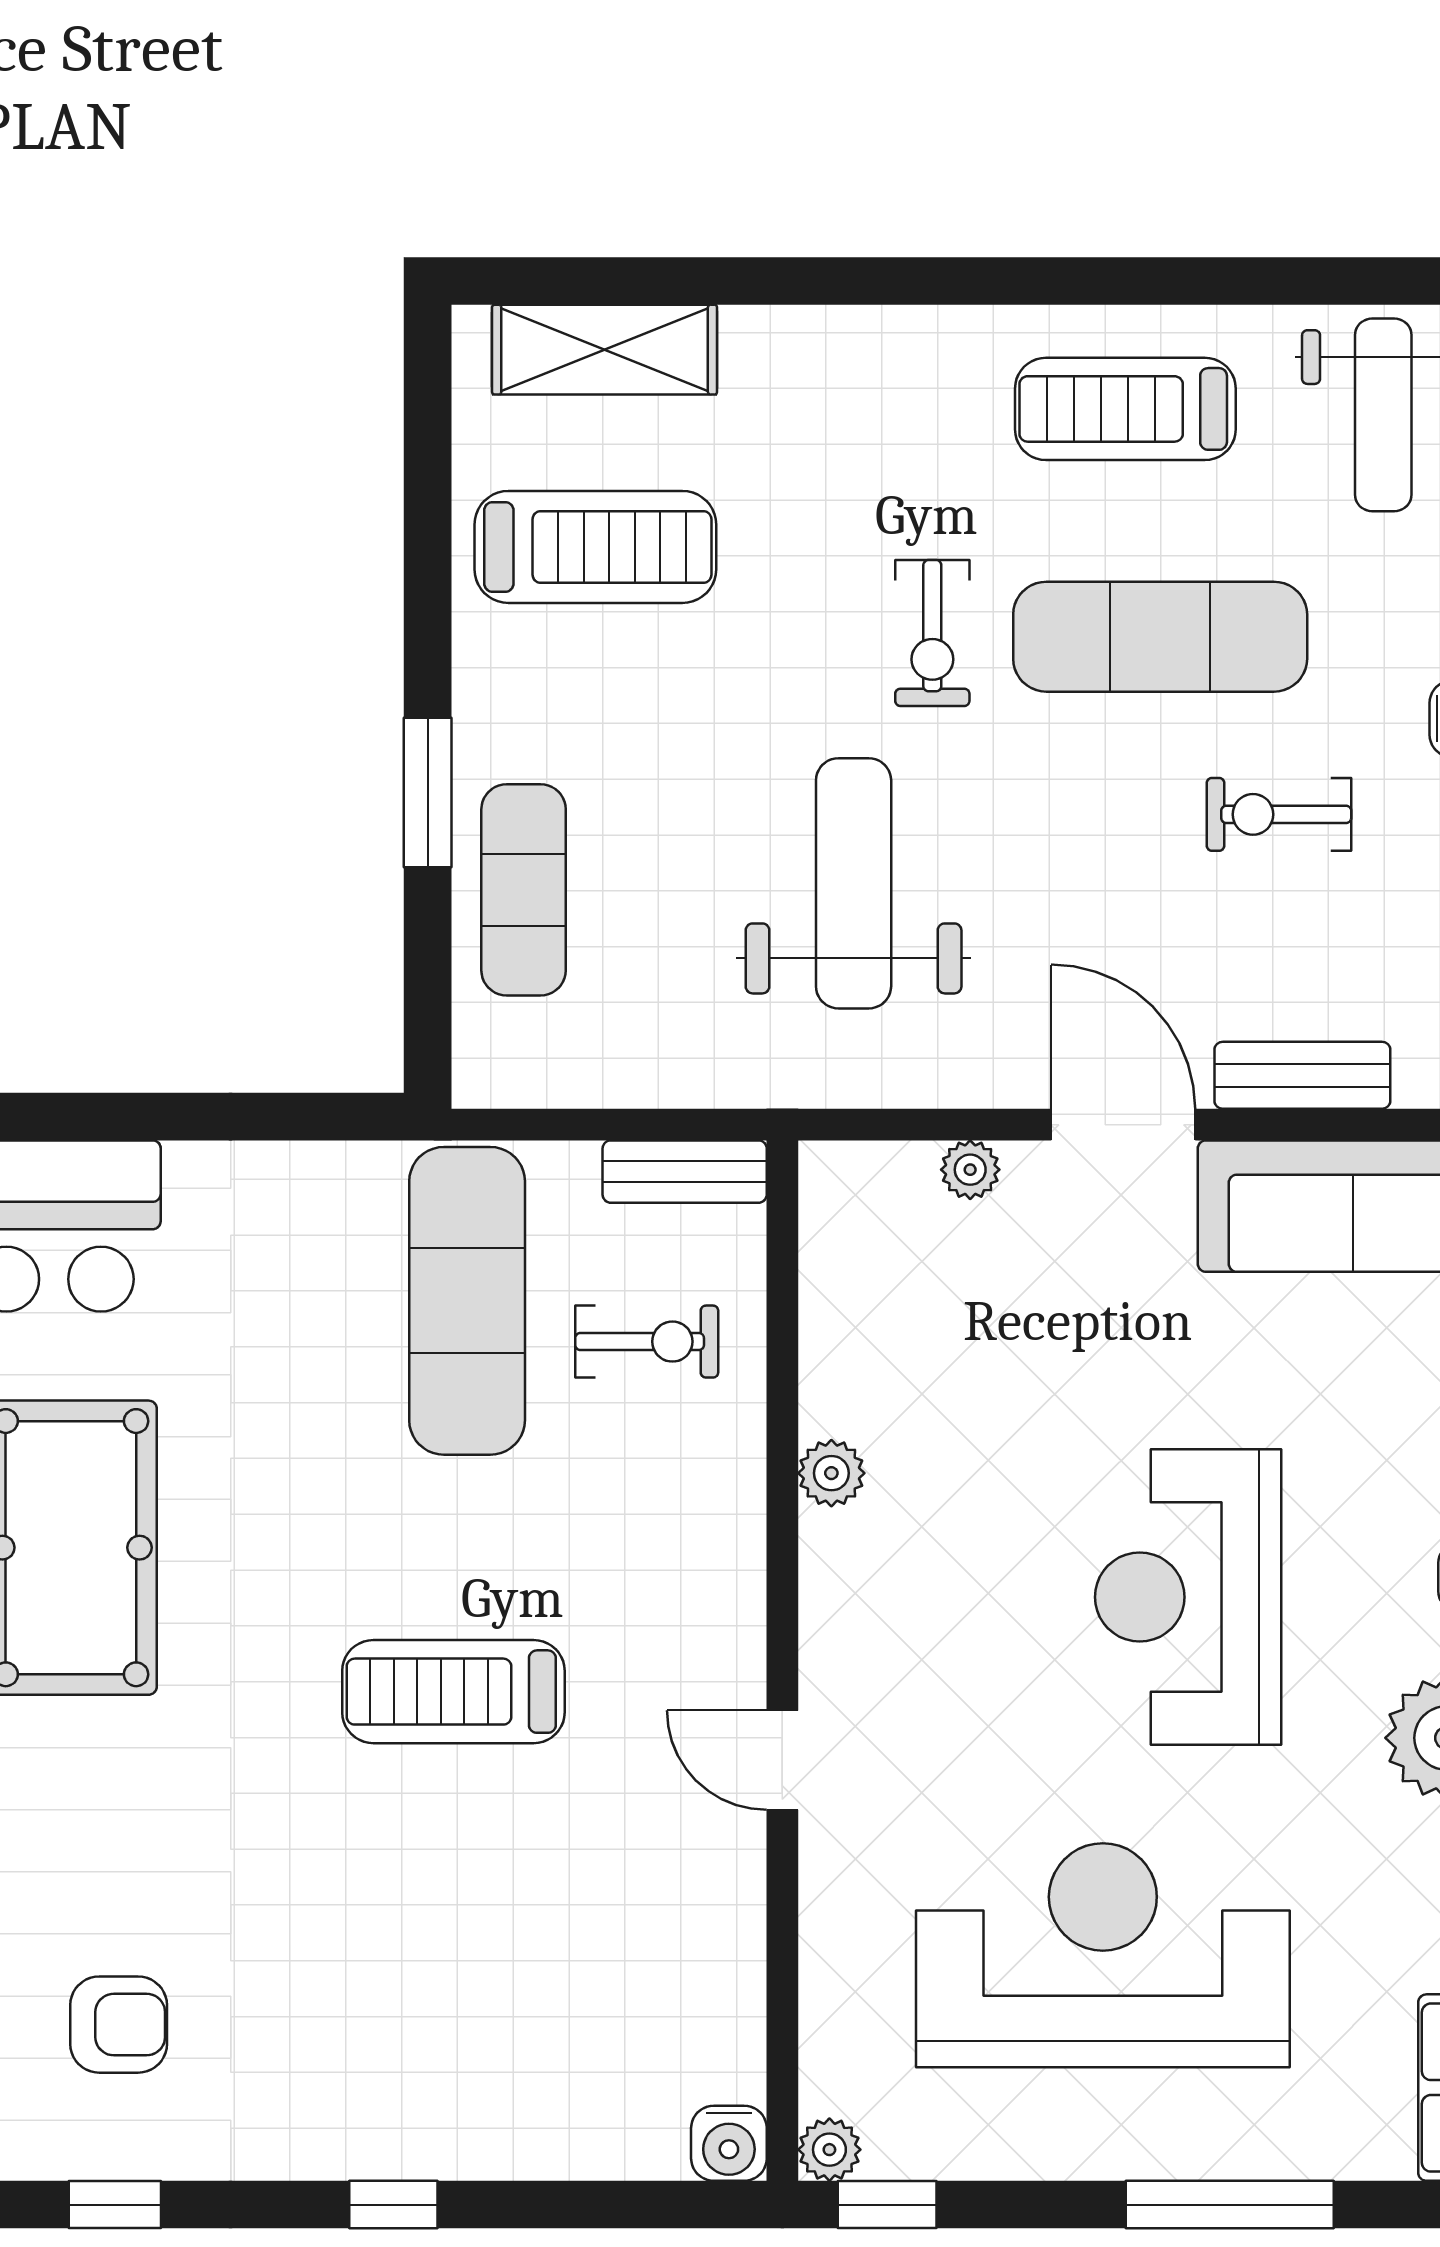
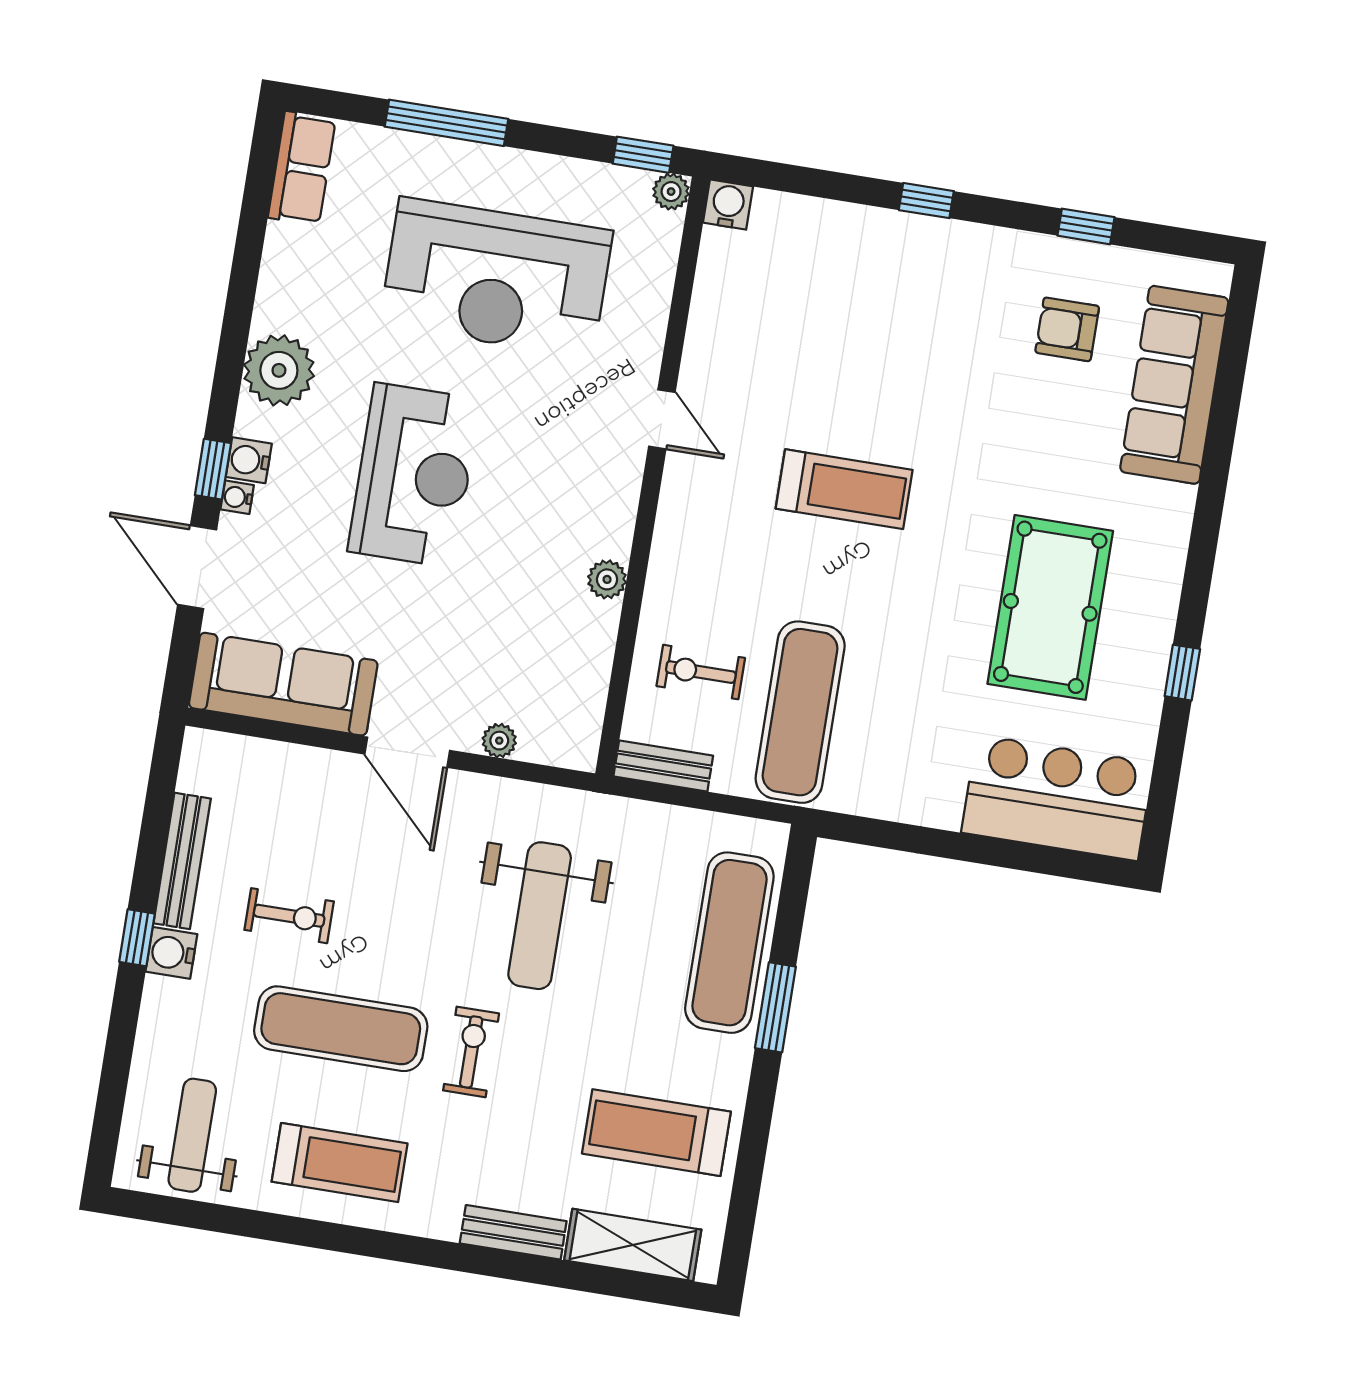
exercise mat: (524, 890) -> (729, 943), width x1.36, depth x1.45
bench: (1302, 1075) -> (513, 1232), moved

